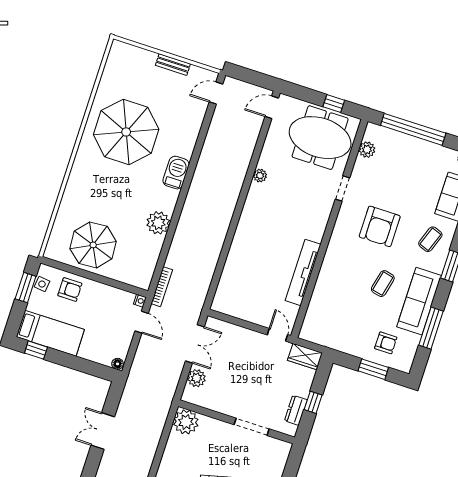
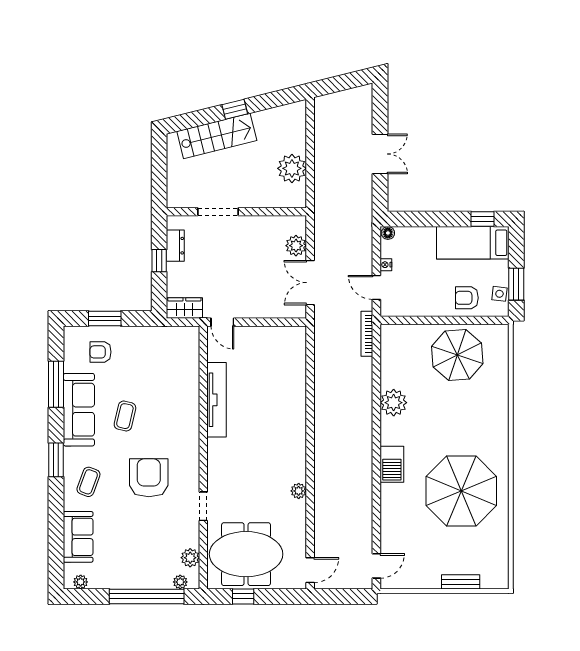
bench: (173, 65) -> (461, 582), moved
plant: (382, 132) -> (180, 582), added
nightstand: (140, 301) -> (386, 265), moved
plant: (186, 422) -> (292, 168), moved

